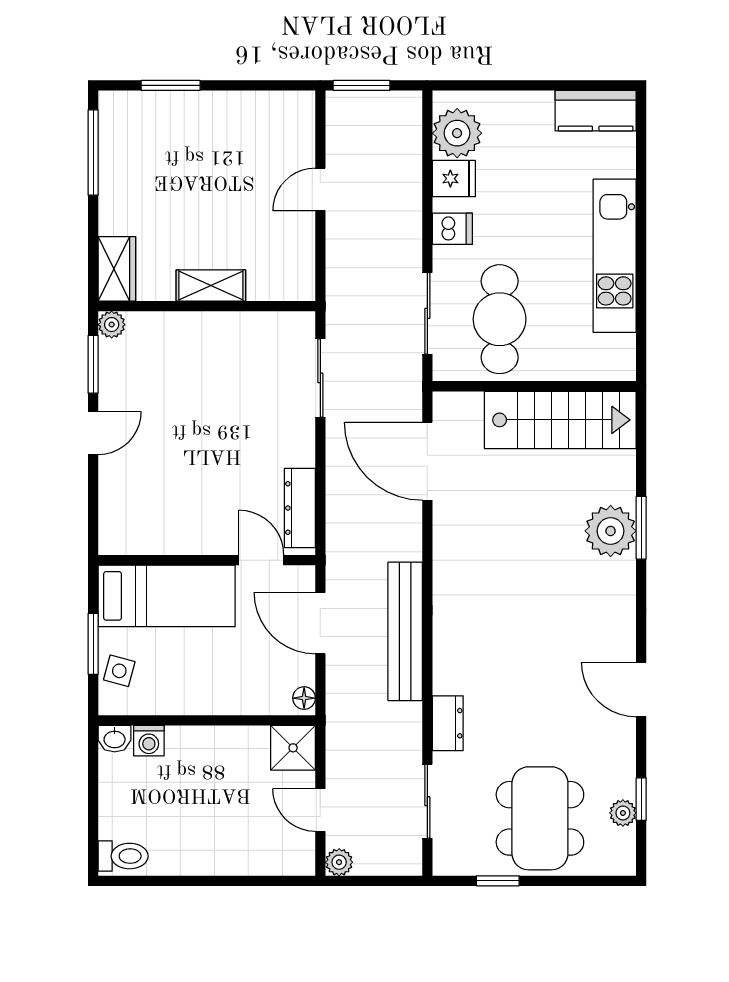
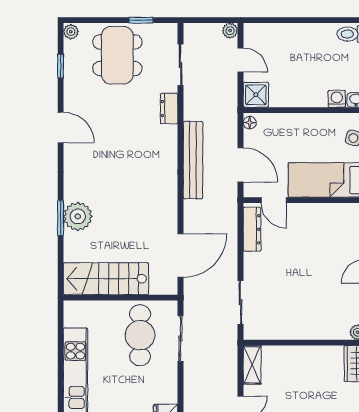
dishwasher: (452, 229) -> (166, 386), removed
shelving: (211, 285) -> (252, 365), moved, turned 90
door: (427, 461) -> (181, 256), hinge flipped
plant: (623, 813) -> (71, 32), moved

